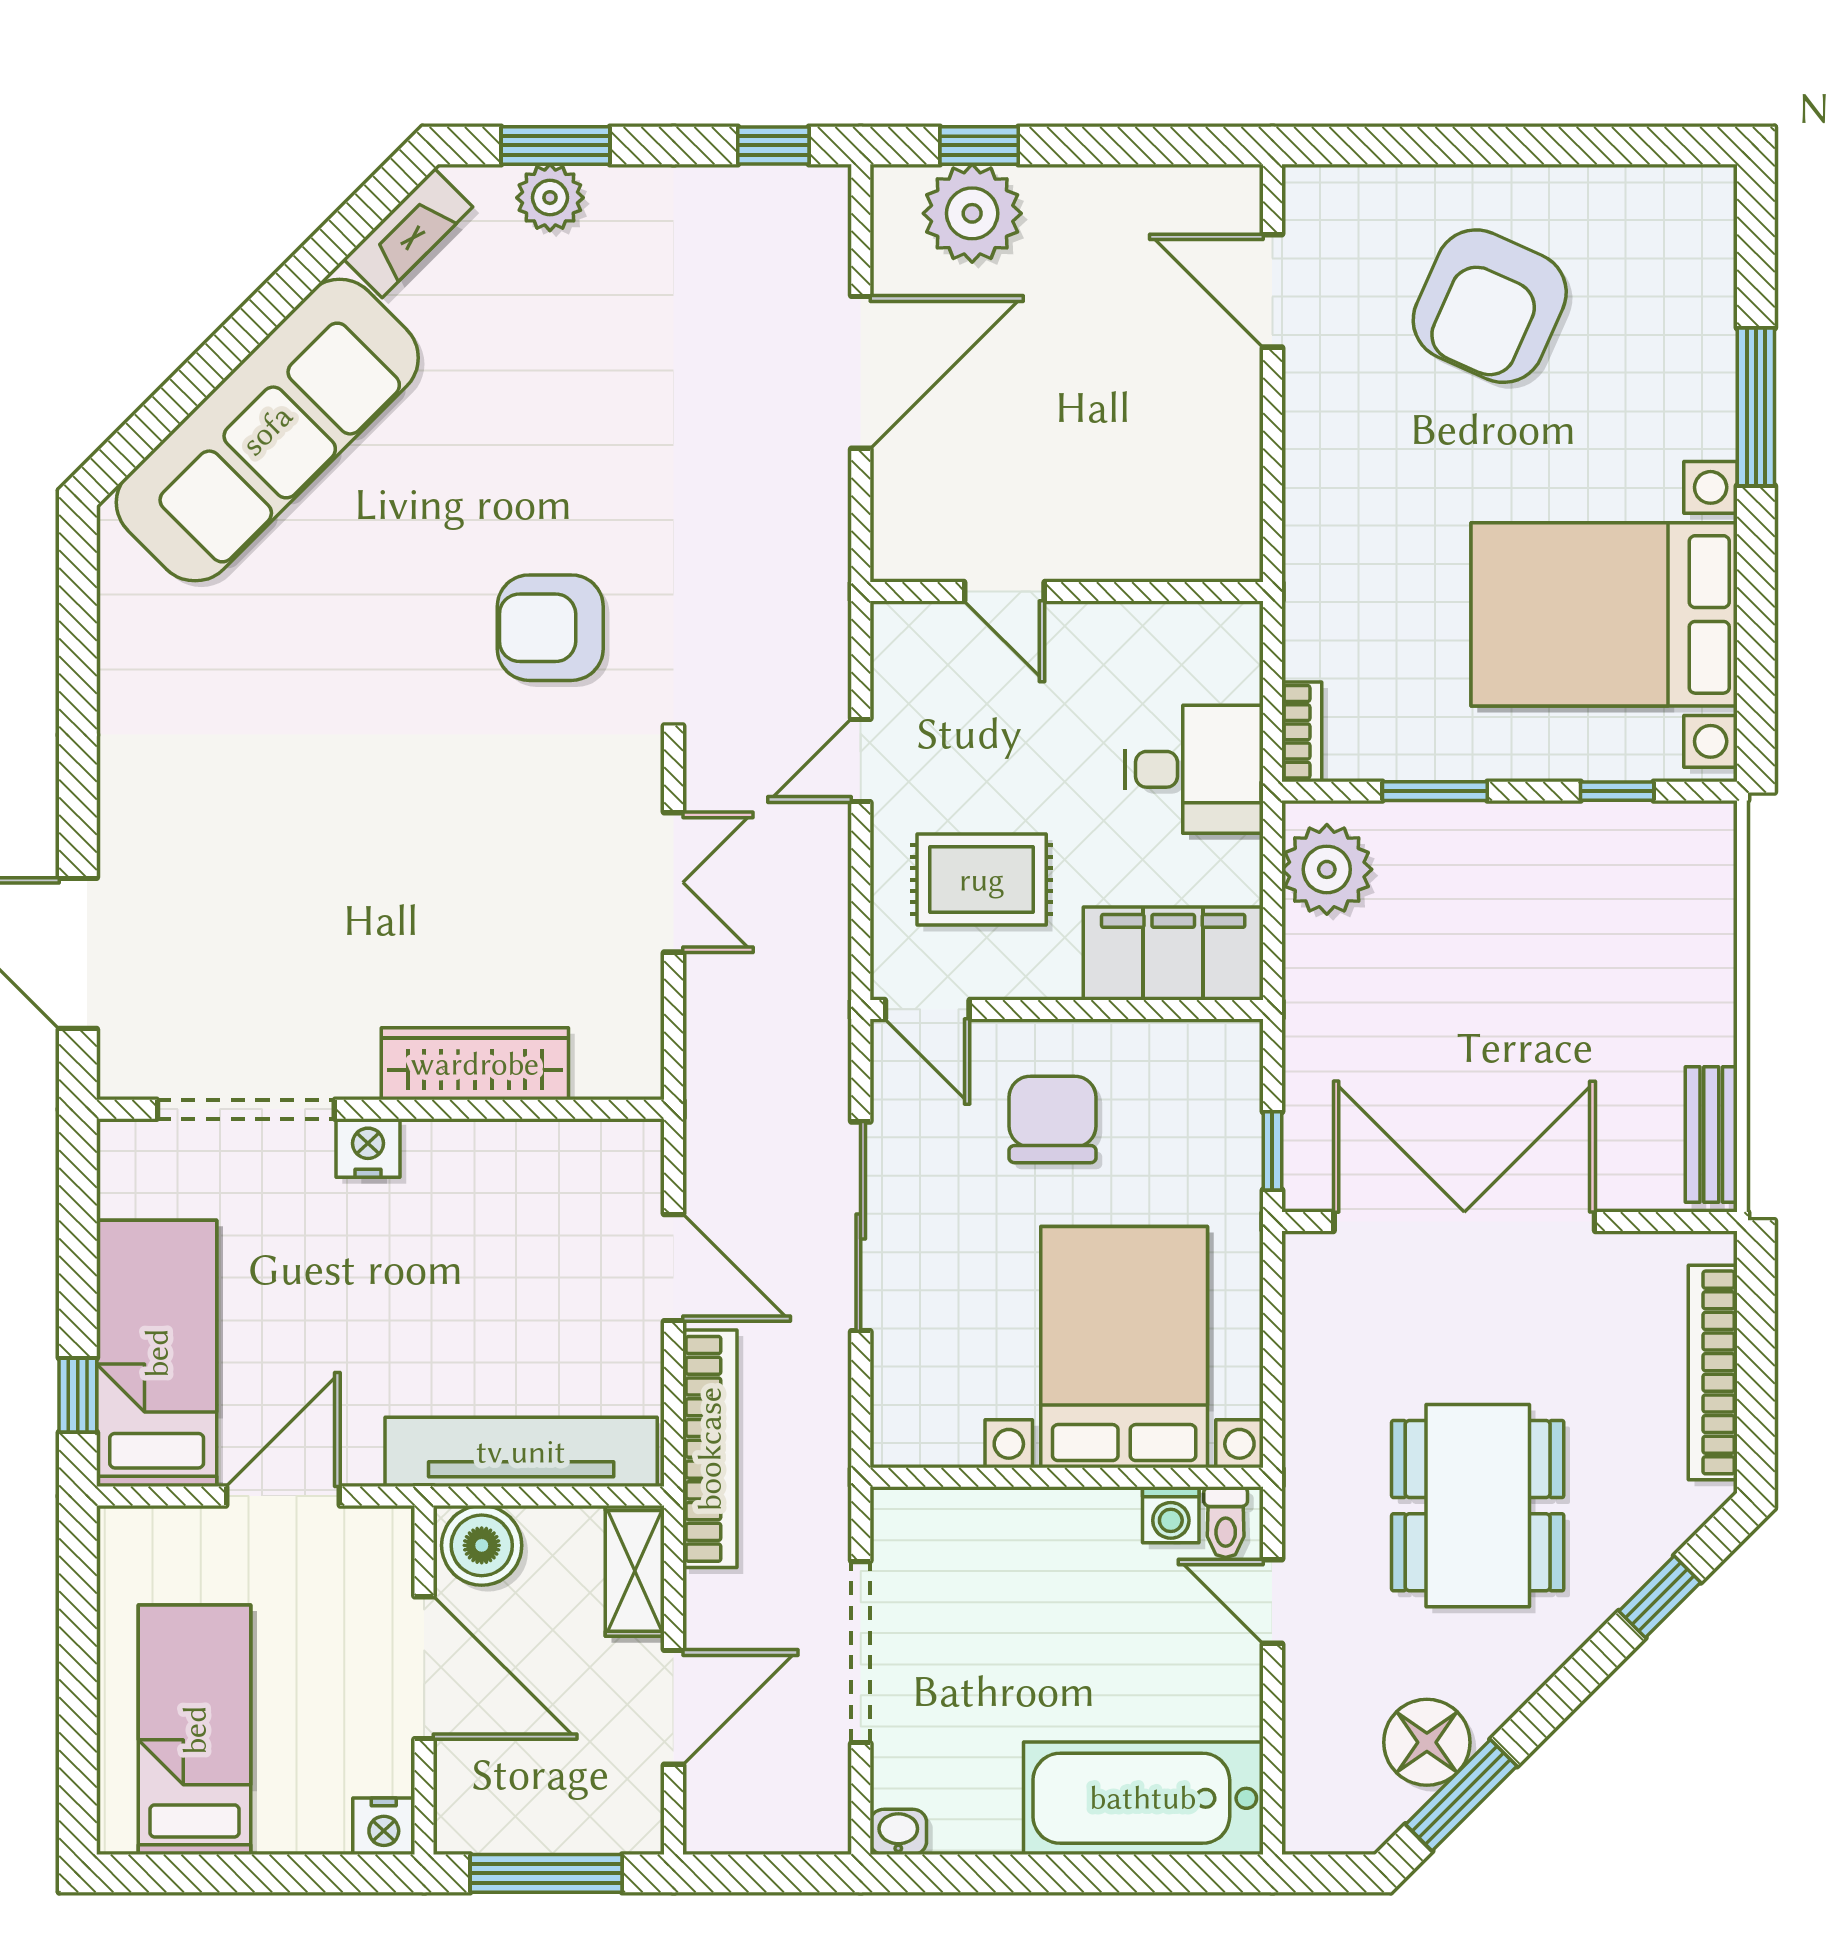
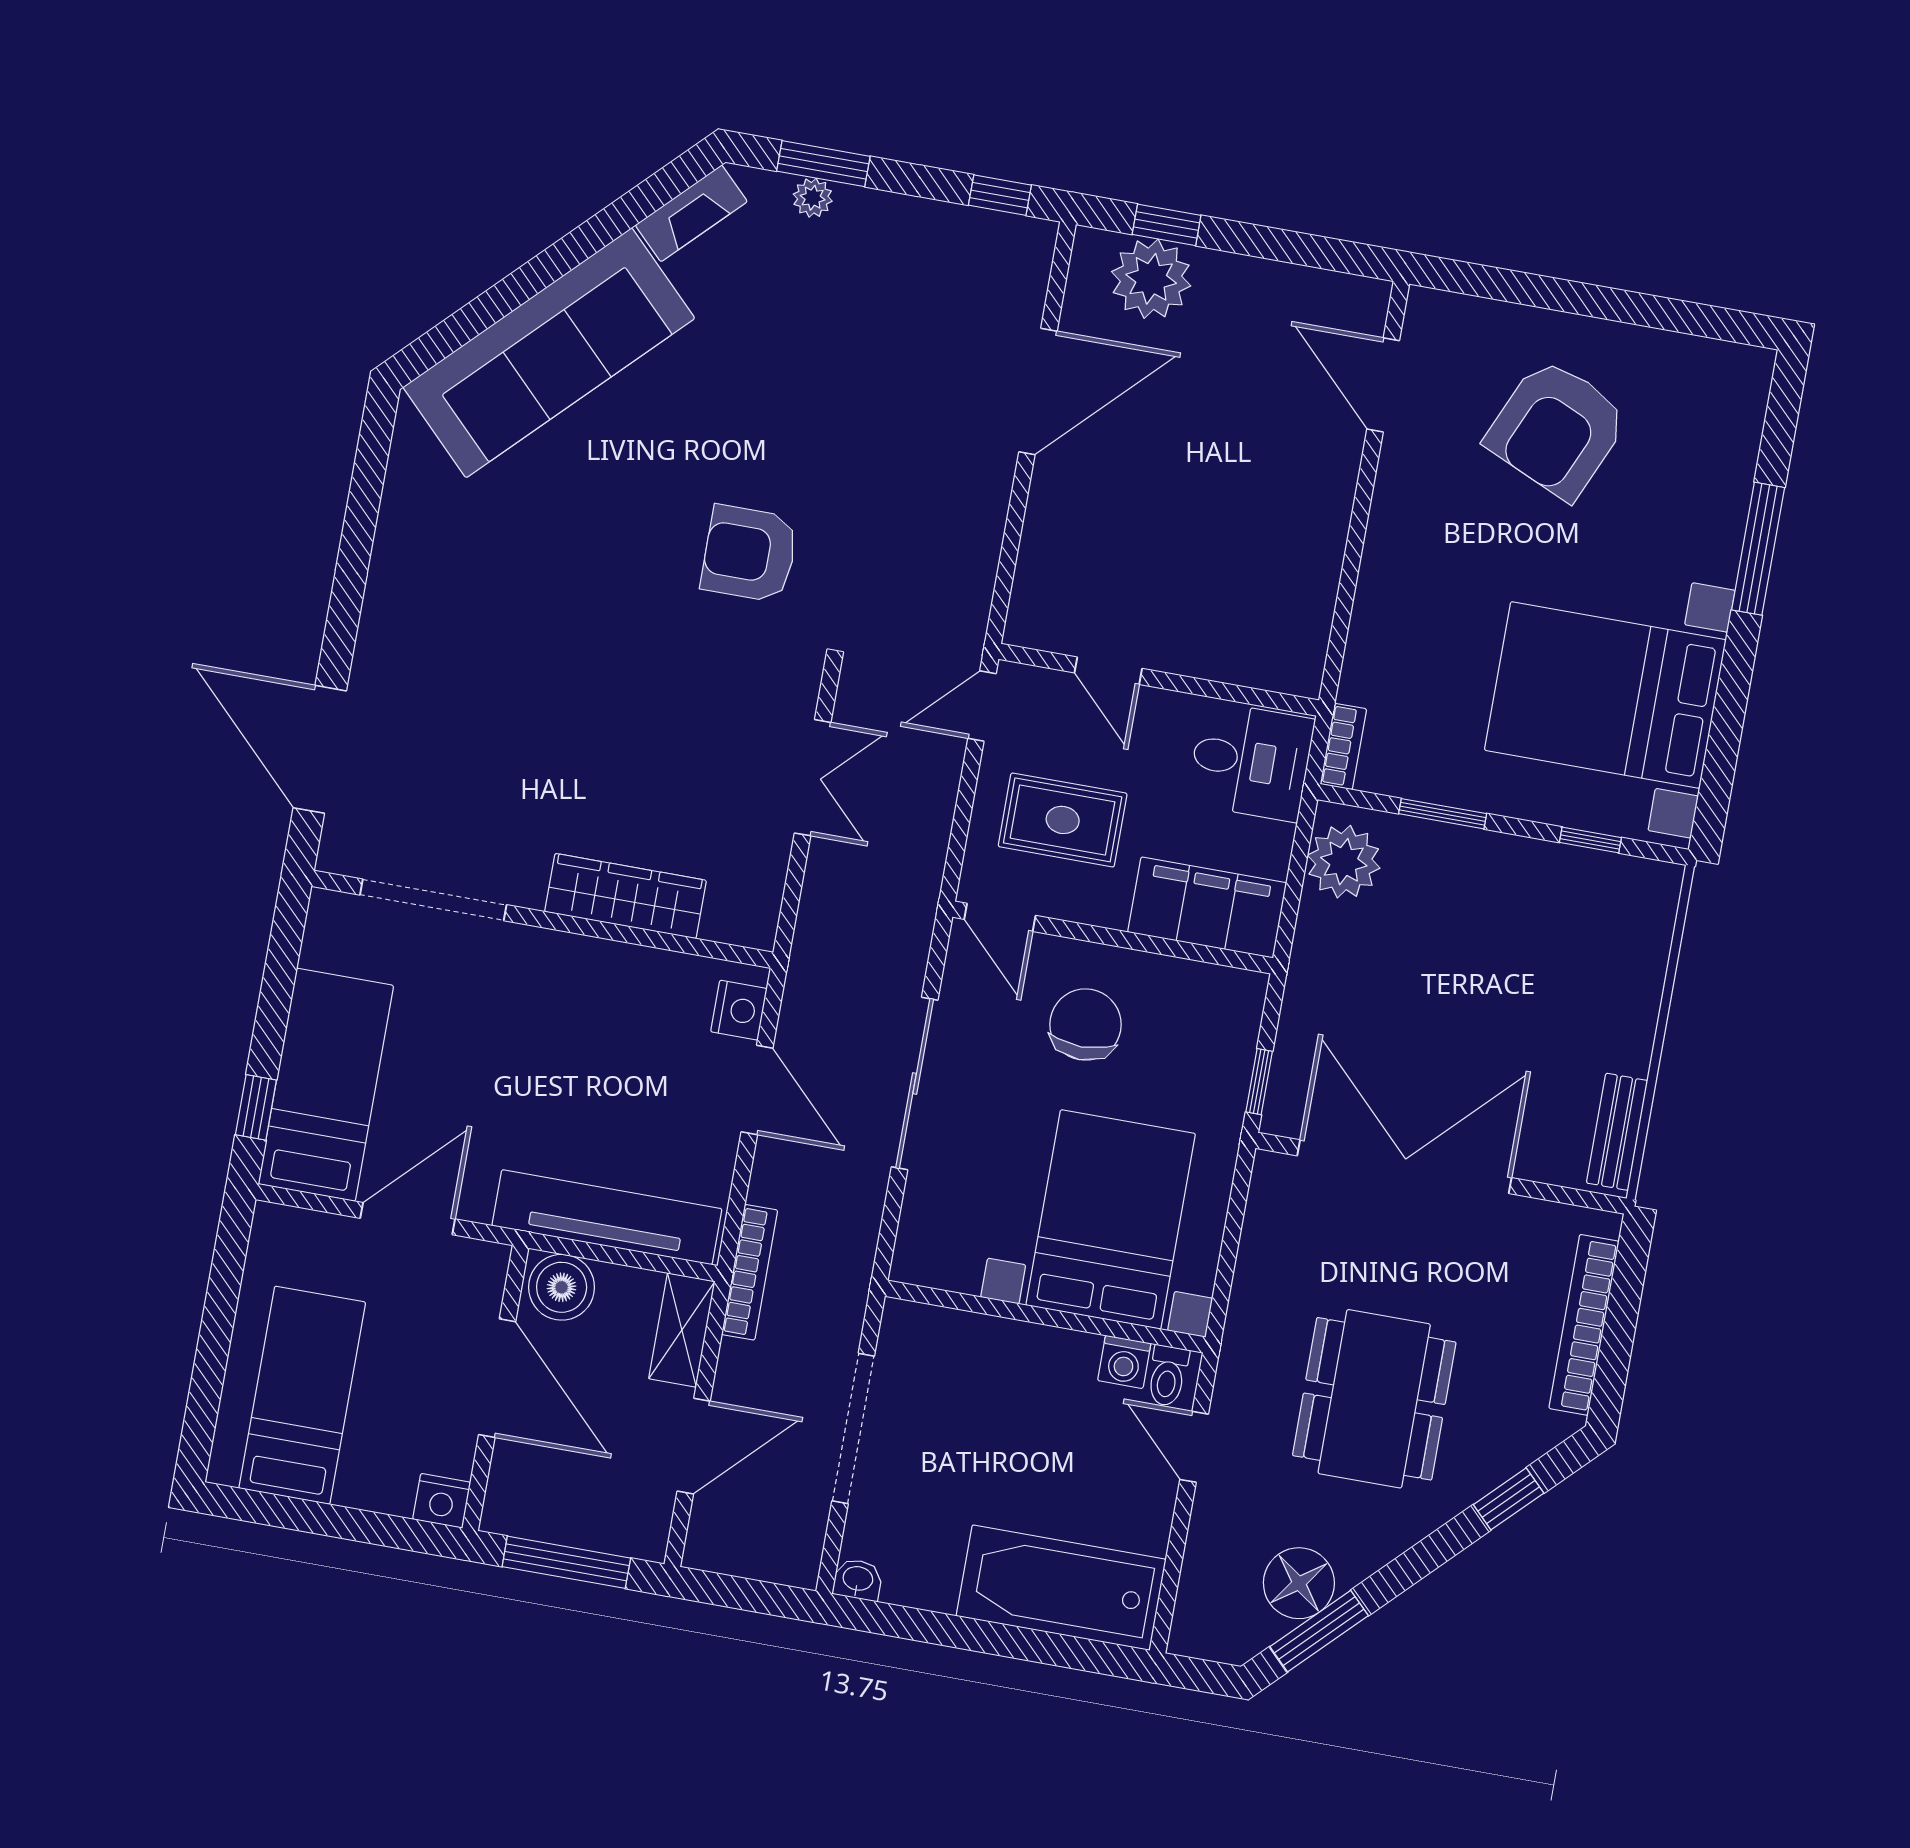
plant: (550, 198) -> (813, 198), width x0.73, depth x0.73
door: (1004, 592) -> (1108, 671), moved
wall: (1067, 592) -> (1159, 680), moved
nightstand: (368, 1148) -> (739, 1010), moved, turned 90
bookcase: (710, 1449) -> (750, 1272), width x0.68, depth x0.76

